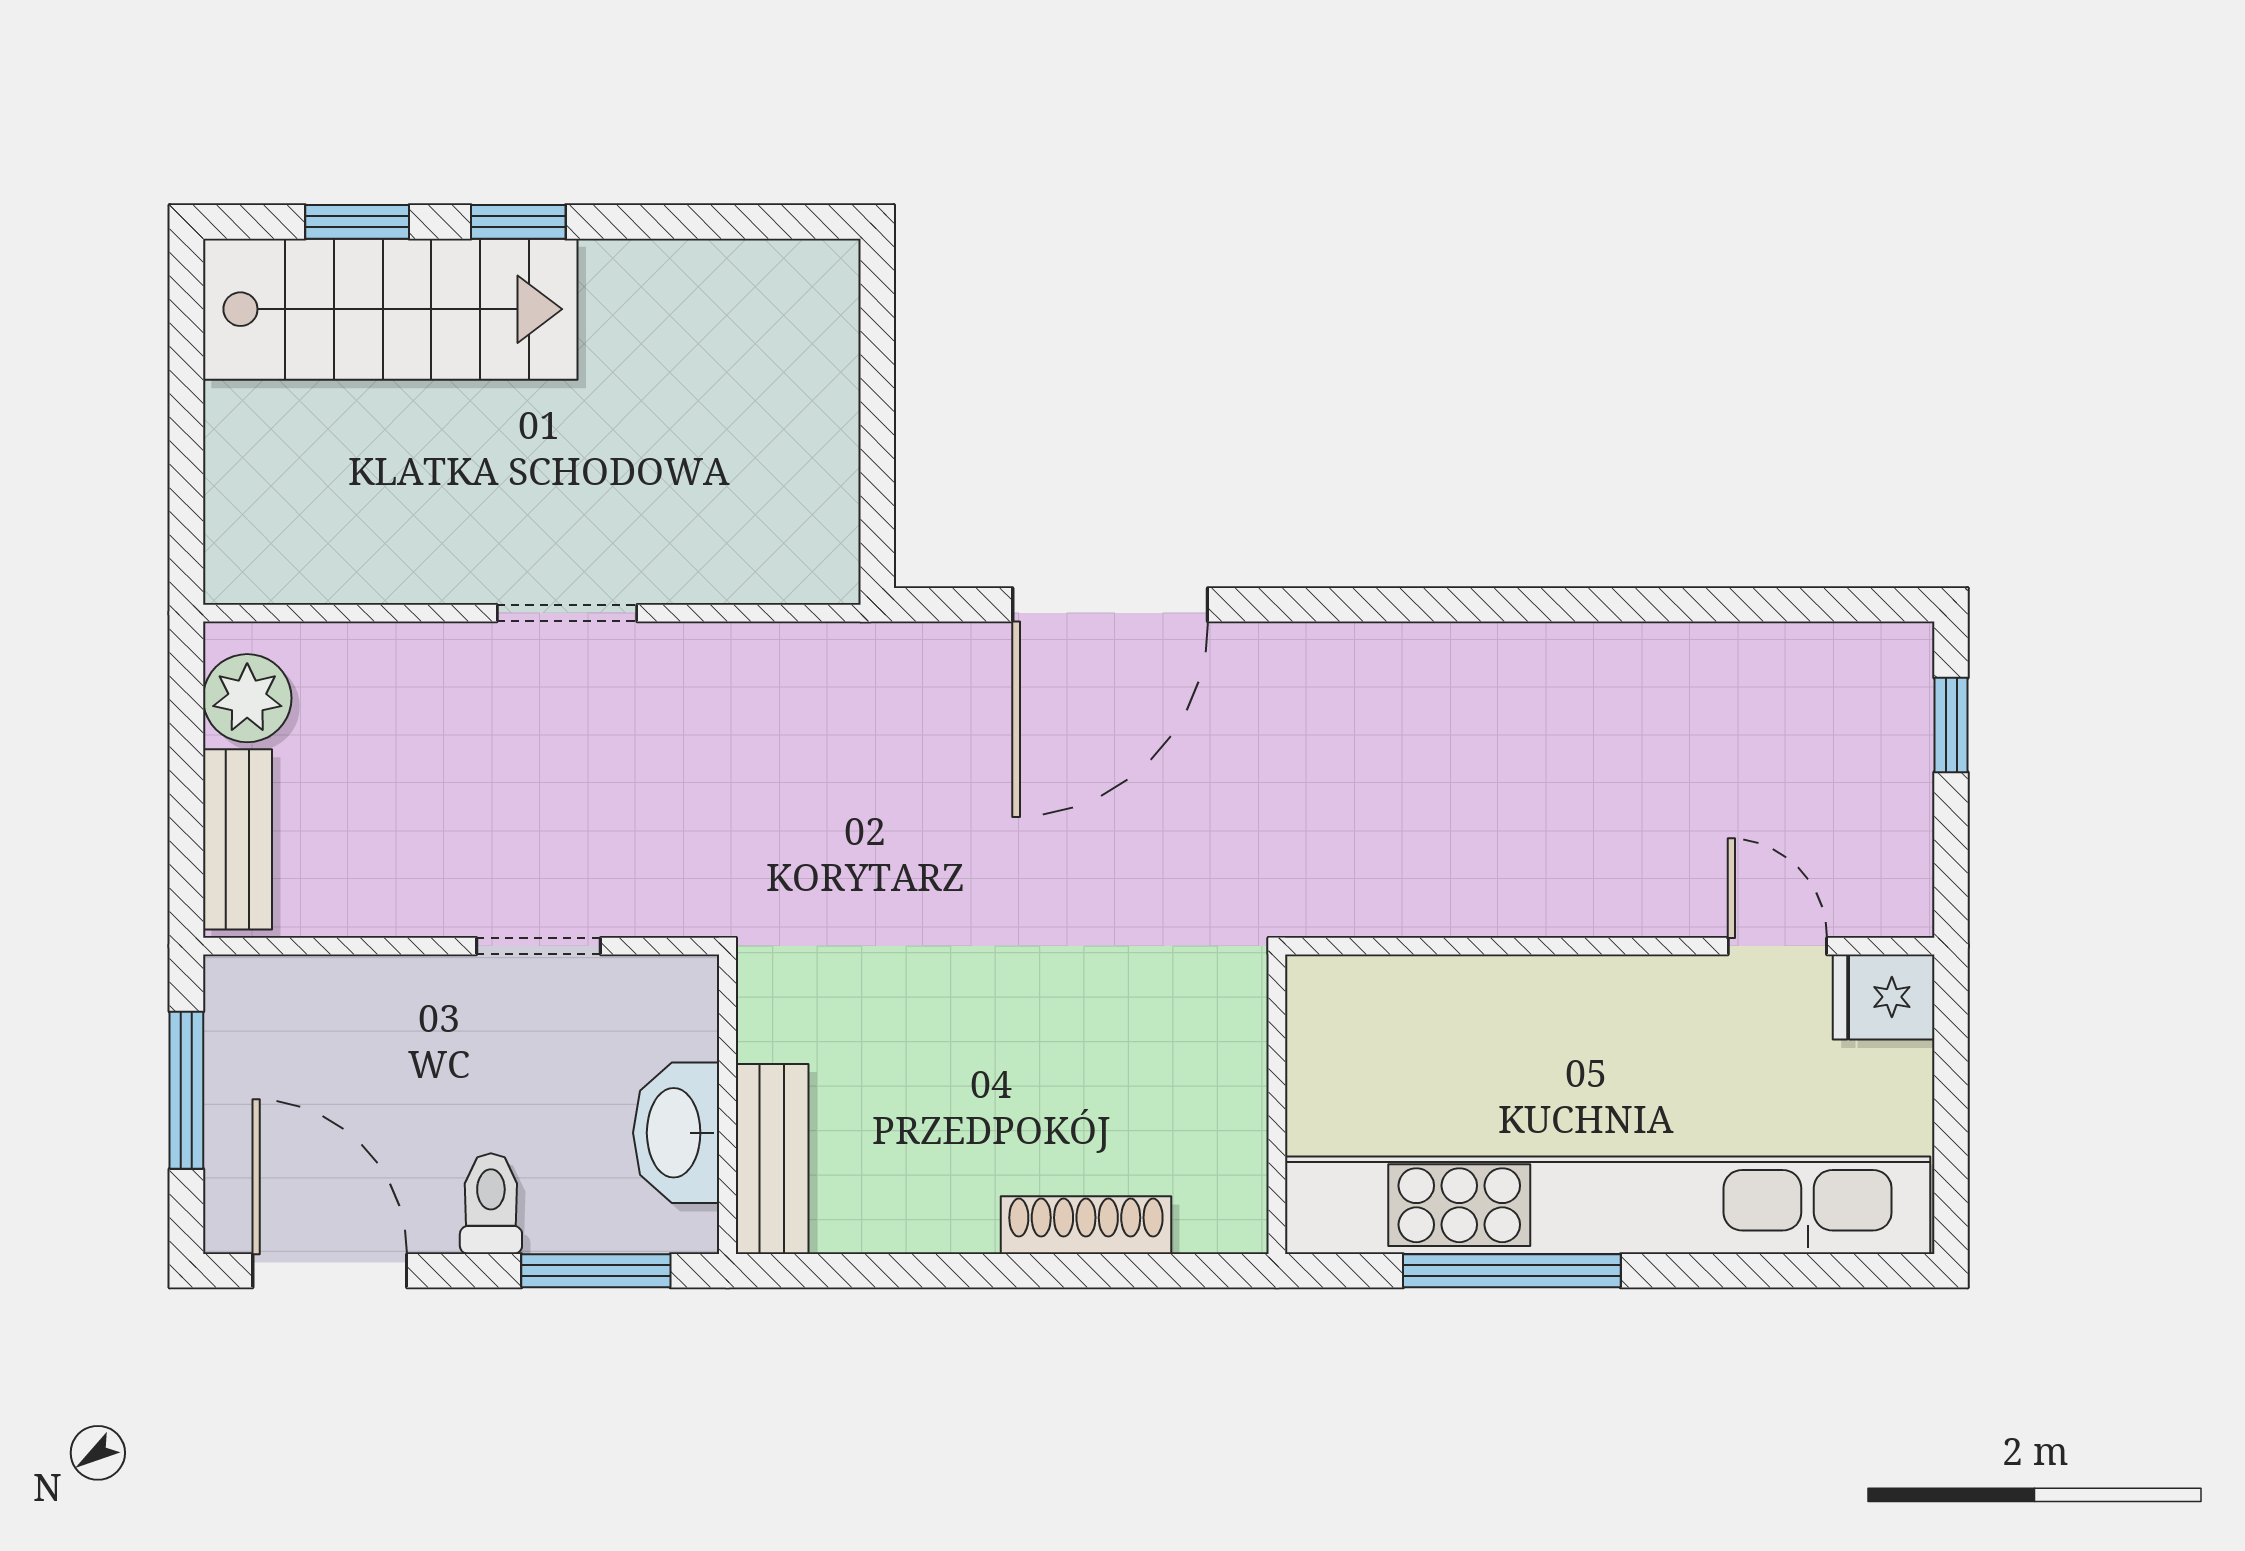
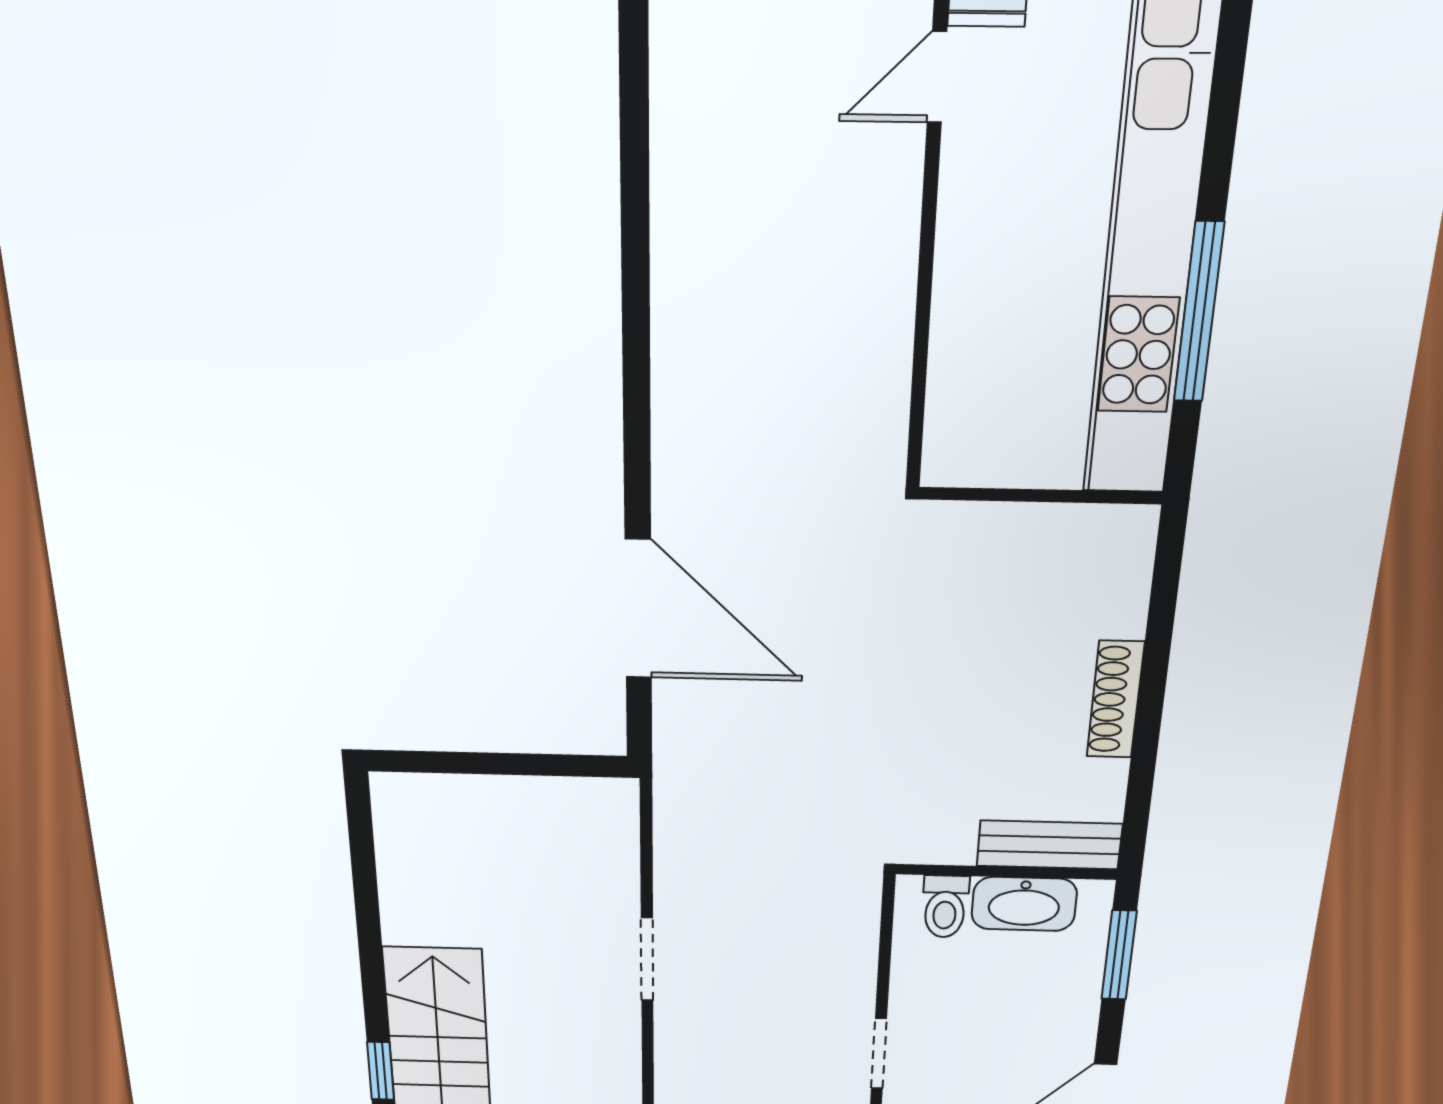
window: (518, 222) -> (373, 980), removed
doorway: (539, 946) -> (879, 1053), moved
toilet: (491, 1204) -> (945, 907), moved, turned -90
shoe rack: (1086, 1225) -> (1115, 700), moved

